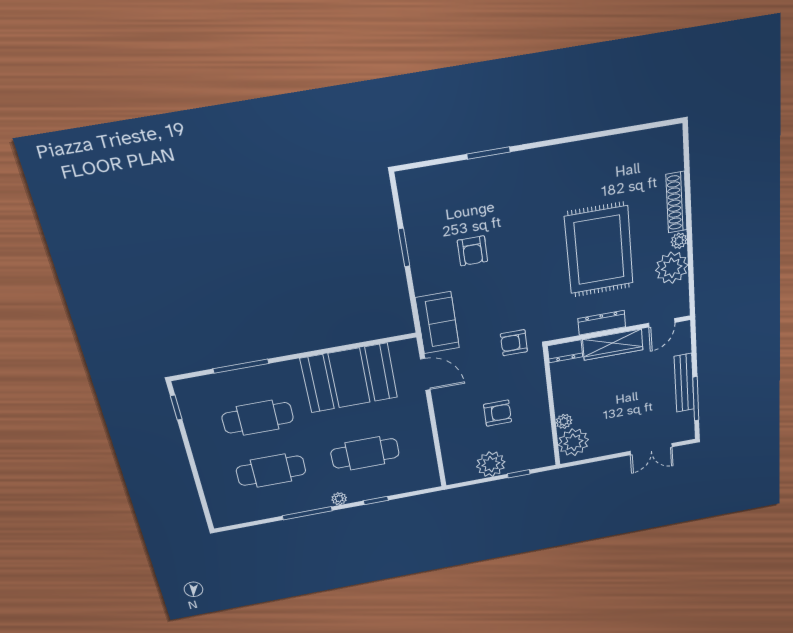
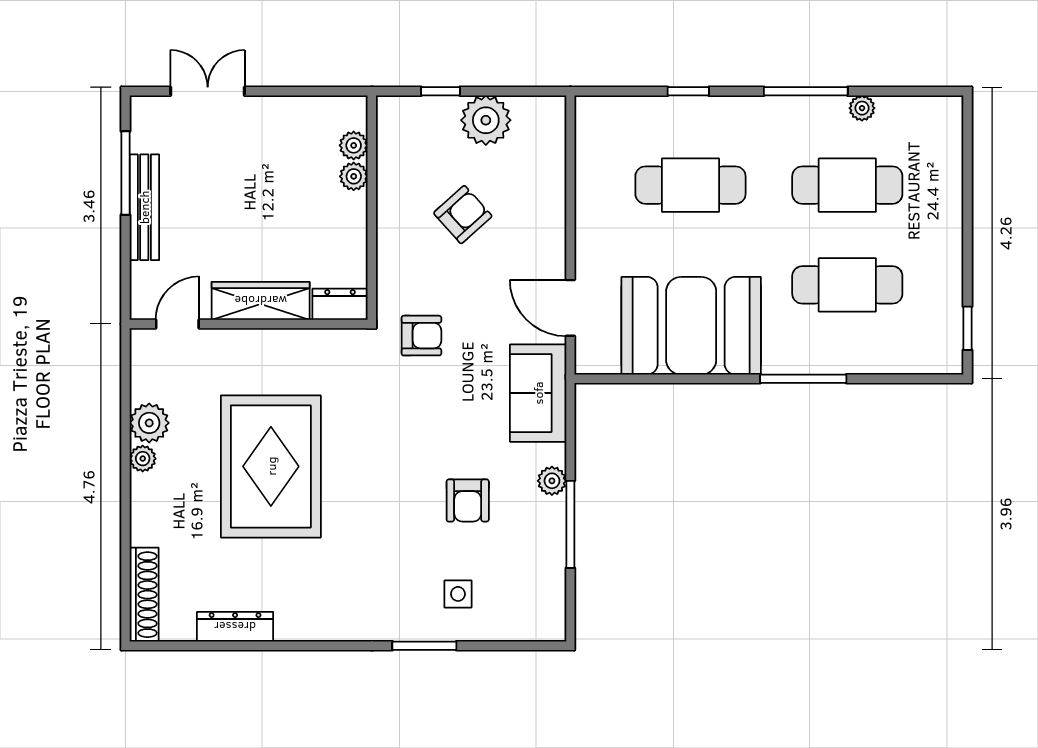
side table: (471, 191) -> (458, 594), added
shoe rack: (676, 202) -> (144, 595), moved
window: (404, 248) -> (570, 524), width x1.44
armchair: (472, 251) -> (468, 500), turned 180
plant: (672, 268) -> (149, 423), width x0.73, depth x0.73
plant: (420, 272) -> (552, 481), added
dresser: (602, 323) -> (235, 627), moved, turned 180
window: (241, 366) -> (803, 379), moved
armchair: (498, 413) -> (463, 215), turned 138
plant: (573, 442) -> (354, 145), width x0.53, depth x0.53
plant: (339, 499) -> (862, 108), moved

